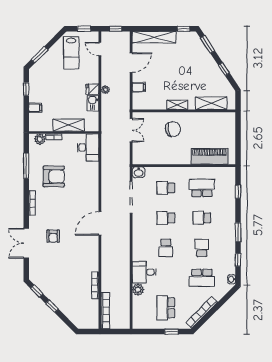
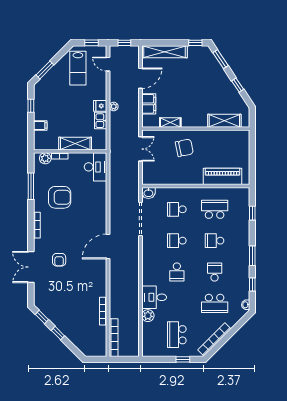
filing cabinet: (139, 87) -> (149, 104), width x2.00
shelving: (177, 105) -> (170, 123), moved

